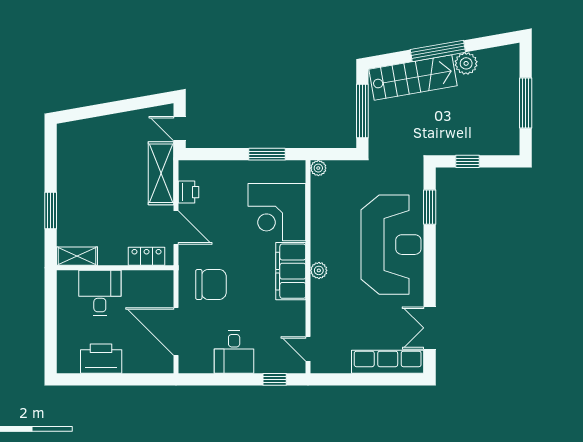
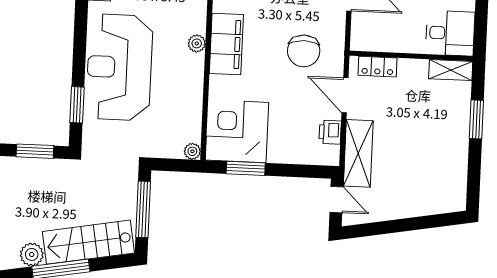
window: (467, 161) -> (35, 151), width x1.50
corner desk: (277, 212) -> (237, 131), moved, turned -90
chair: (211, 284) -> (304, 51), moved, turned -90
desk: (100, 293) -> (450, 33), moved, turned -90

